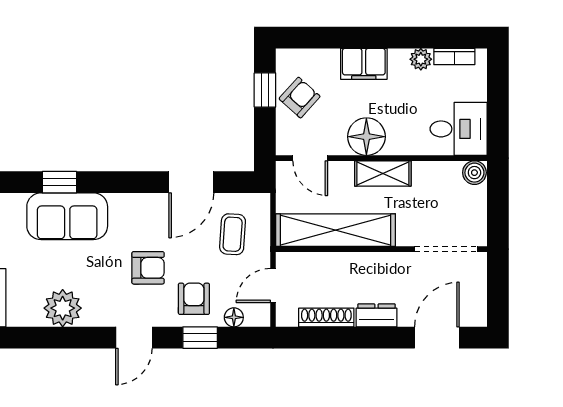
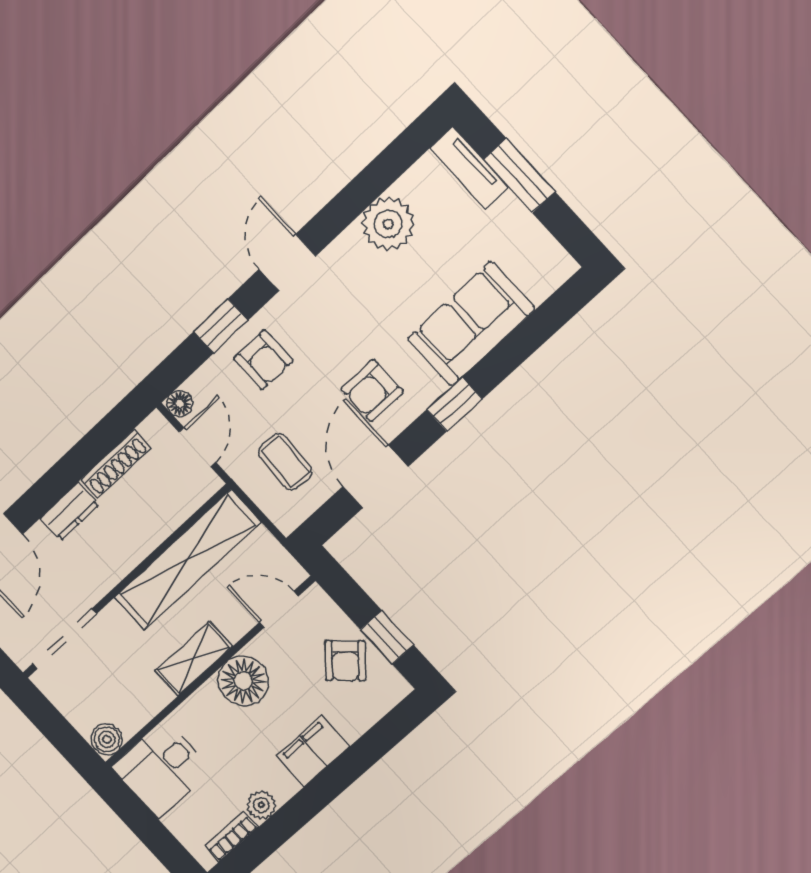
window: (59, 182) -> (454, 404), moved
armchair: (148, 268) -> (372, 390), moved
floor lamp: (234, 317) -> (180, 403), moved

